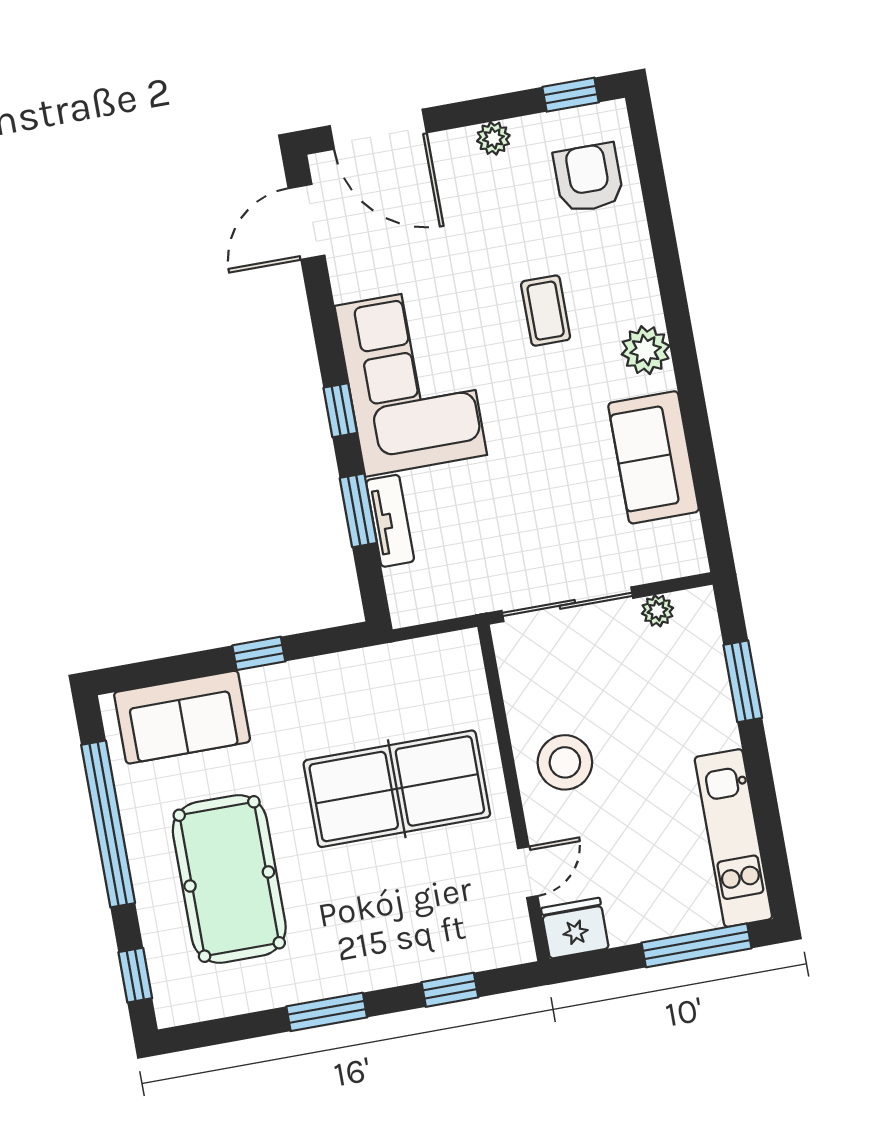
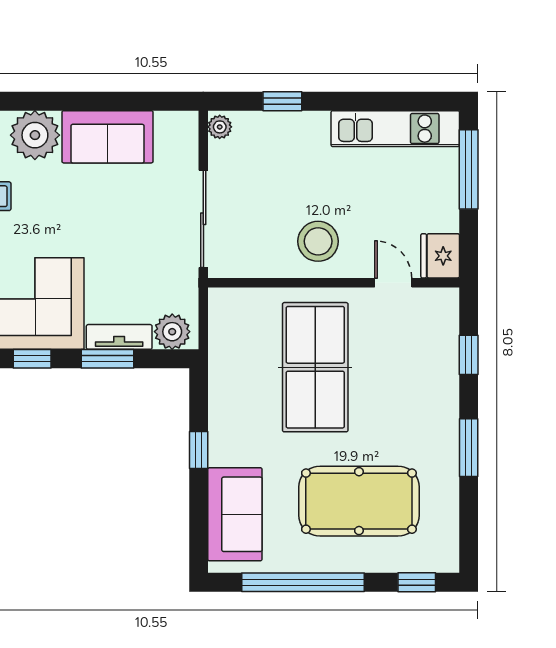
plant: (646, 350) -> (35, 135), width x1.36, depth x1.36
plant: (410, 590) -> (172, 332), added
plant: (657, 611) -> (220, 127), moved
window: (743, 681) -> (282, 101), width x0.67

